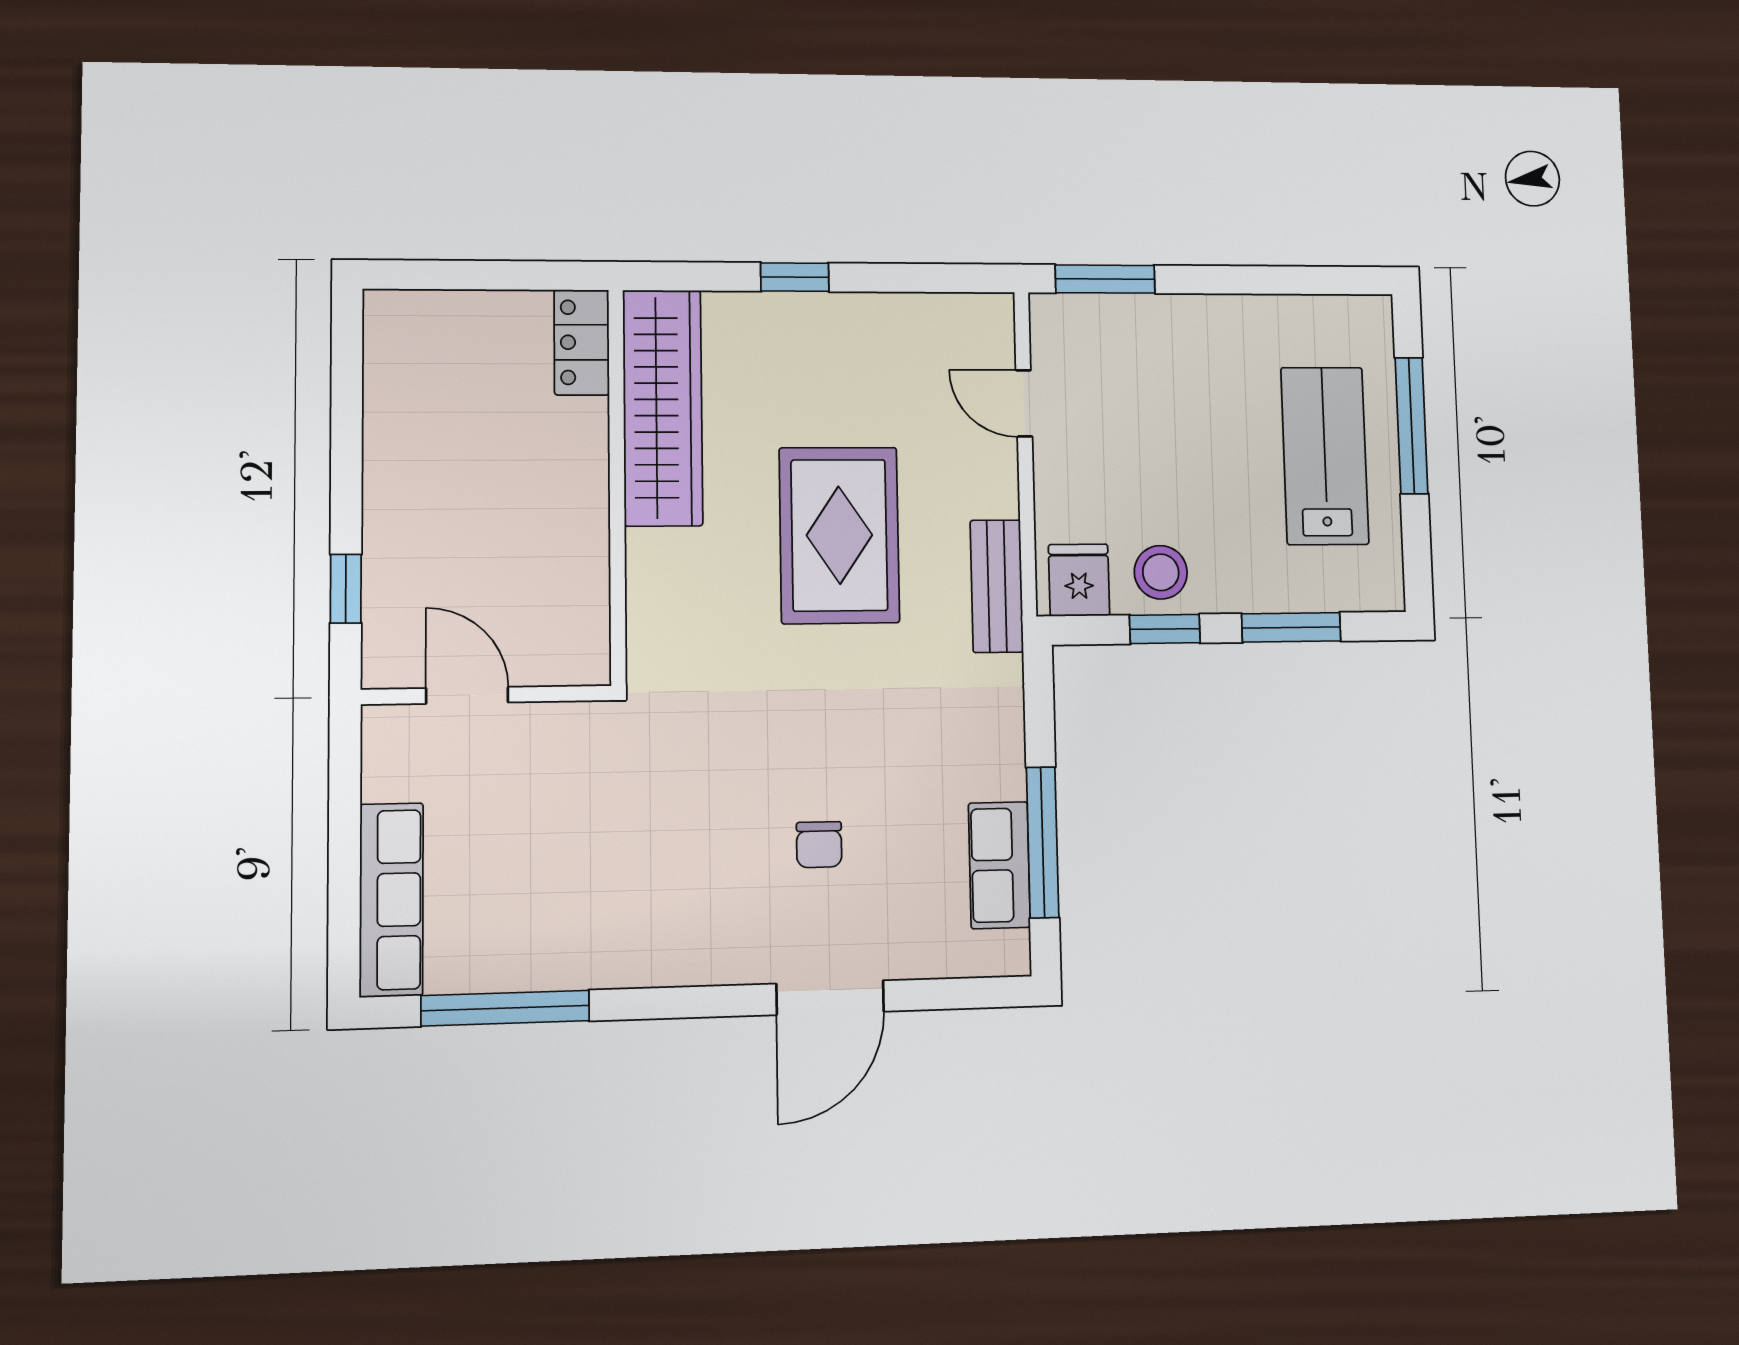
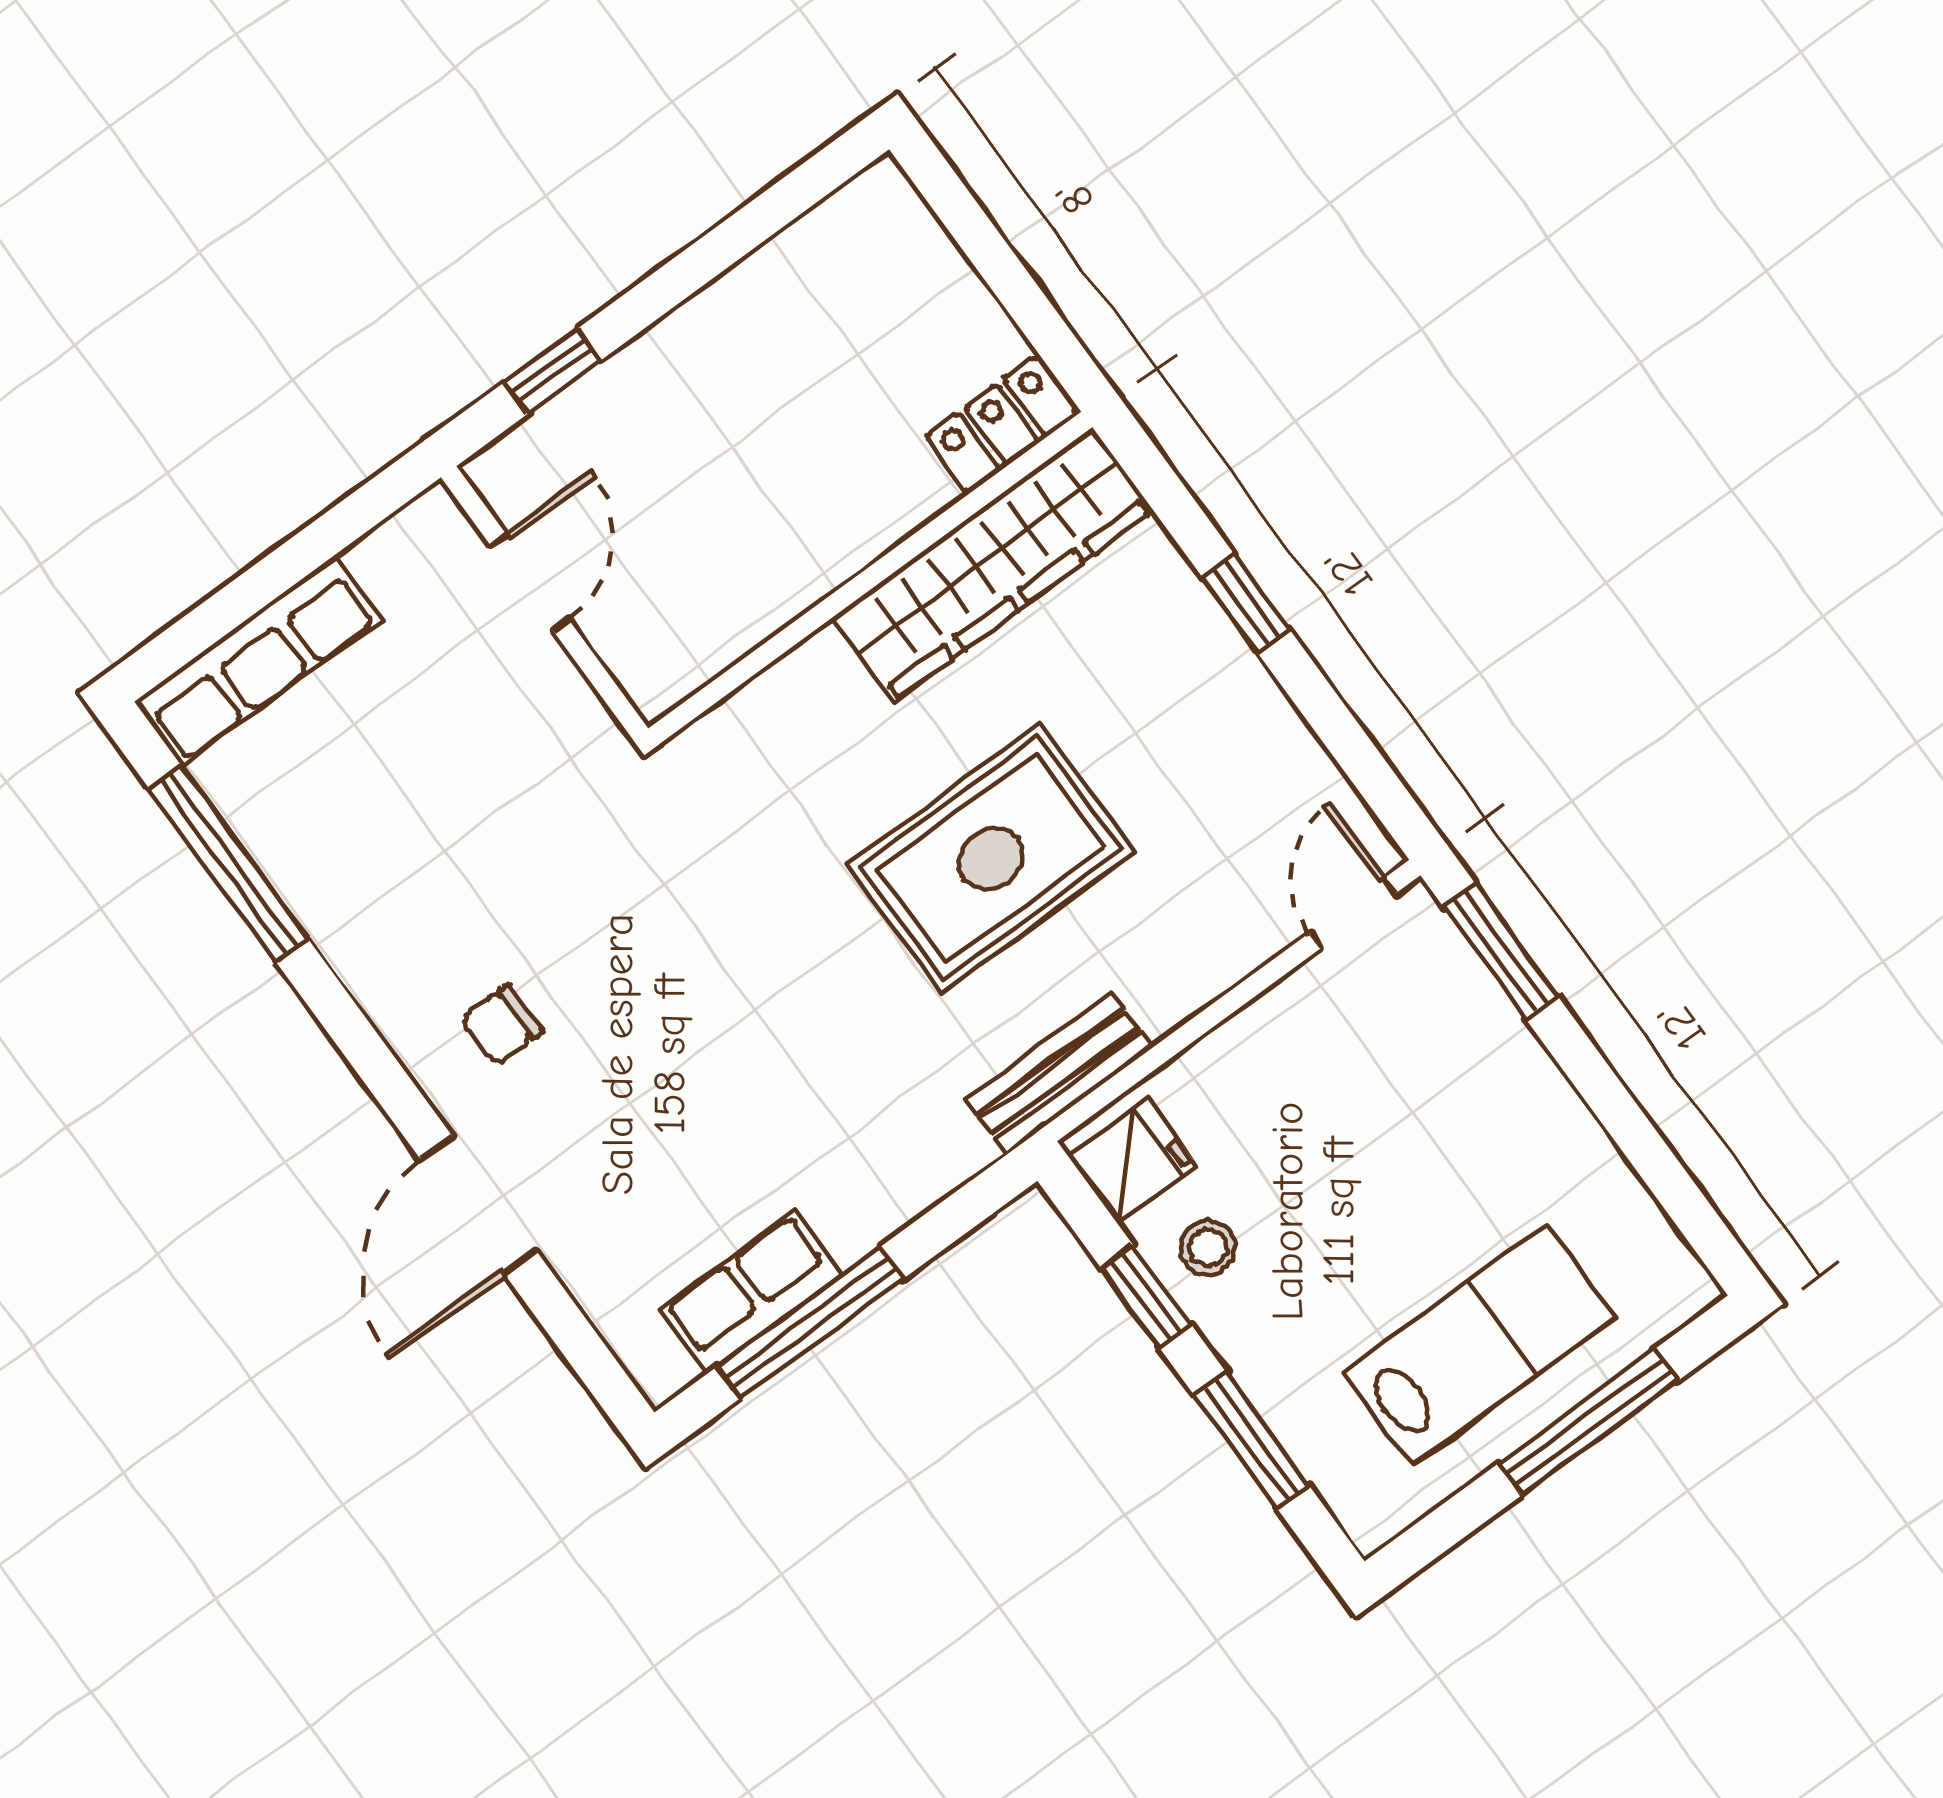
door: (1024, 403) -> (1353, 913), moved
stool: (1161, 572) -> (1208, 1248), width x0.73, depth x0.73
chair: (819, 845) -> (502, 1025), moved
door: (830, 998) -> (479, 1205), hinge flipped

